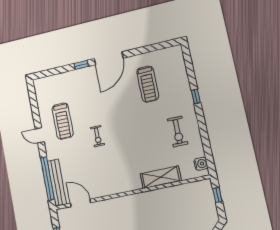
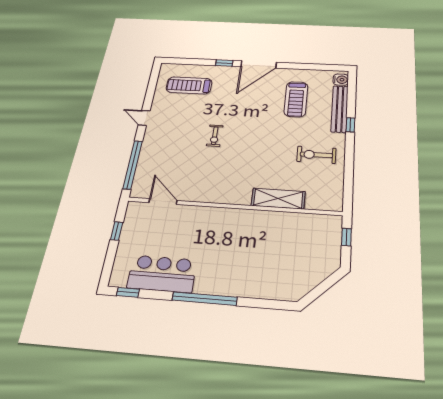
treadmill: (63, 121) -> (189, 85), moved, turned 90
exercise bike: (178, 131) -> (316, 155), turned 90
water cooler: (201, 164) -> (341, 80), moved
bench: (57, 183) -> (340, 109), moved

